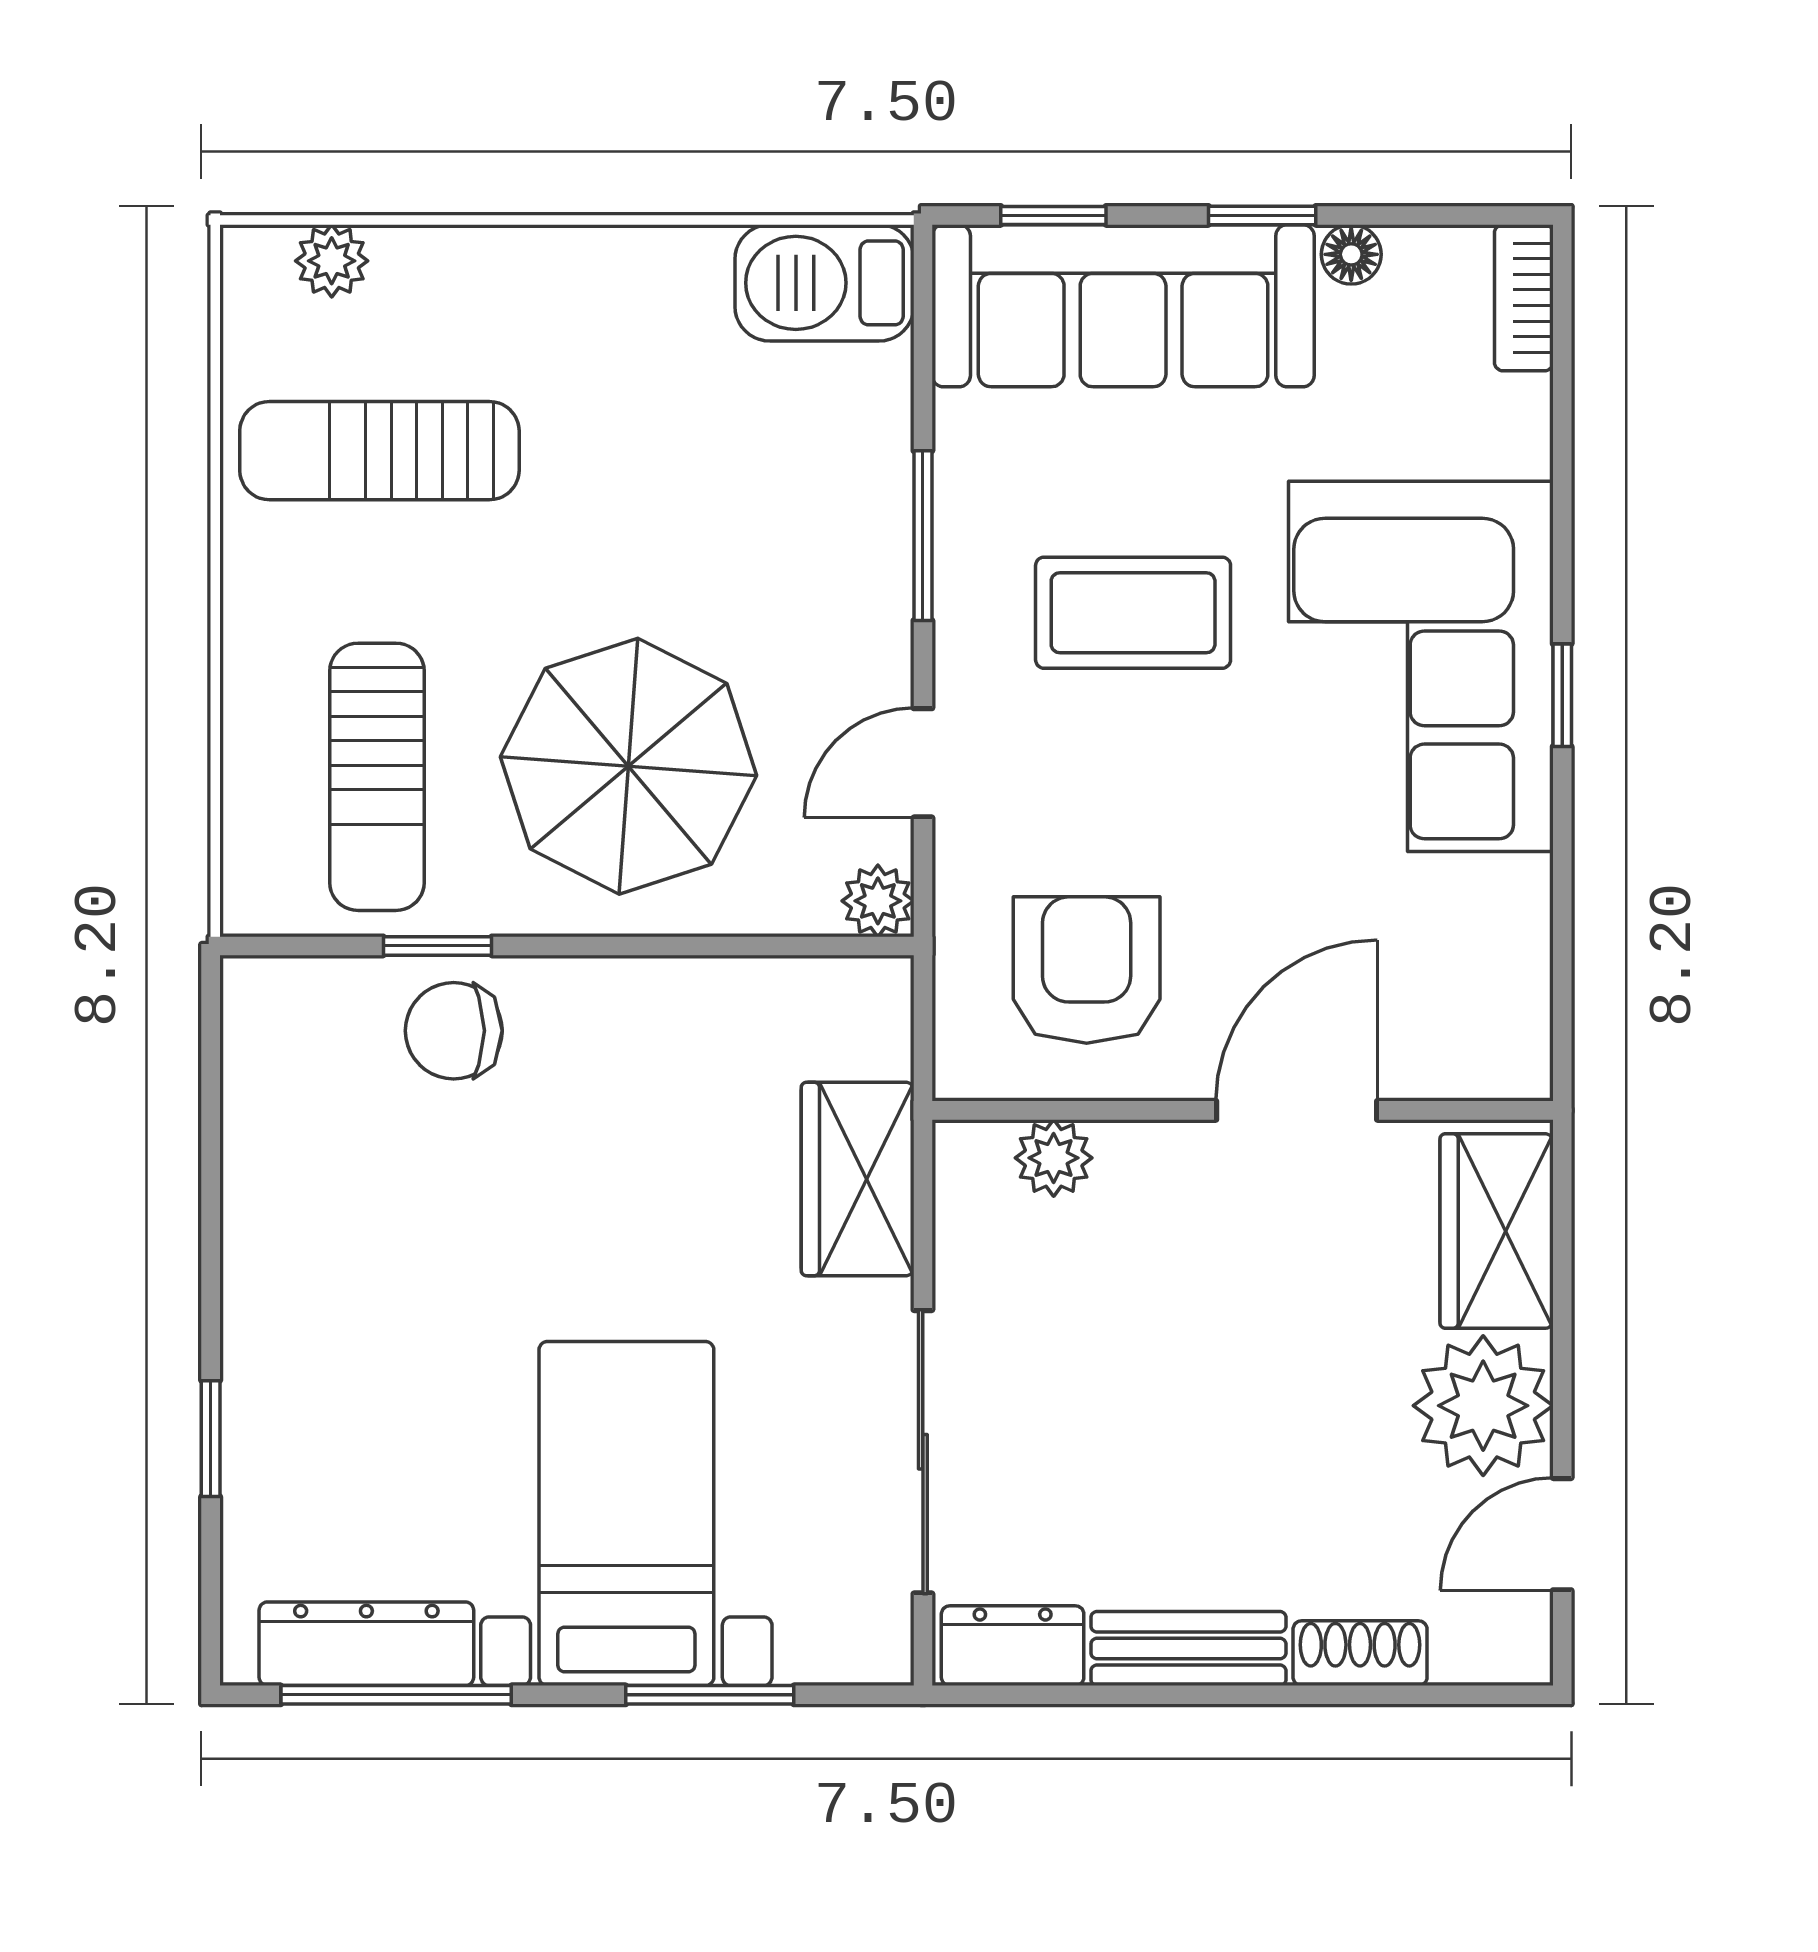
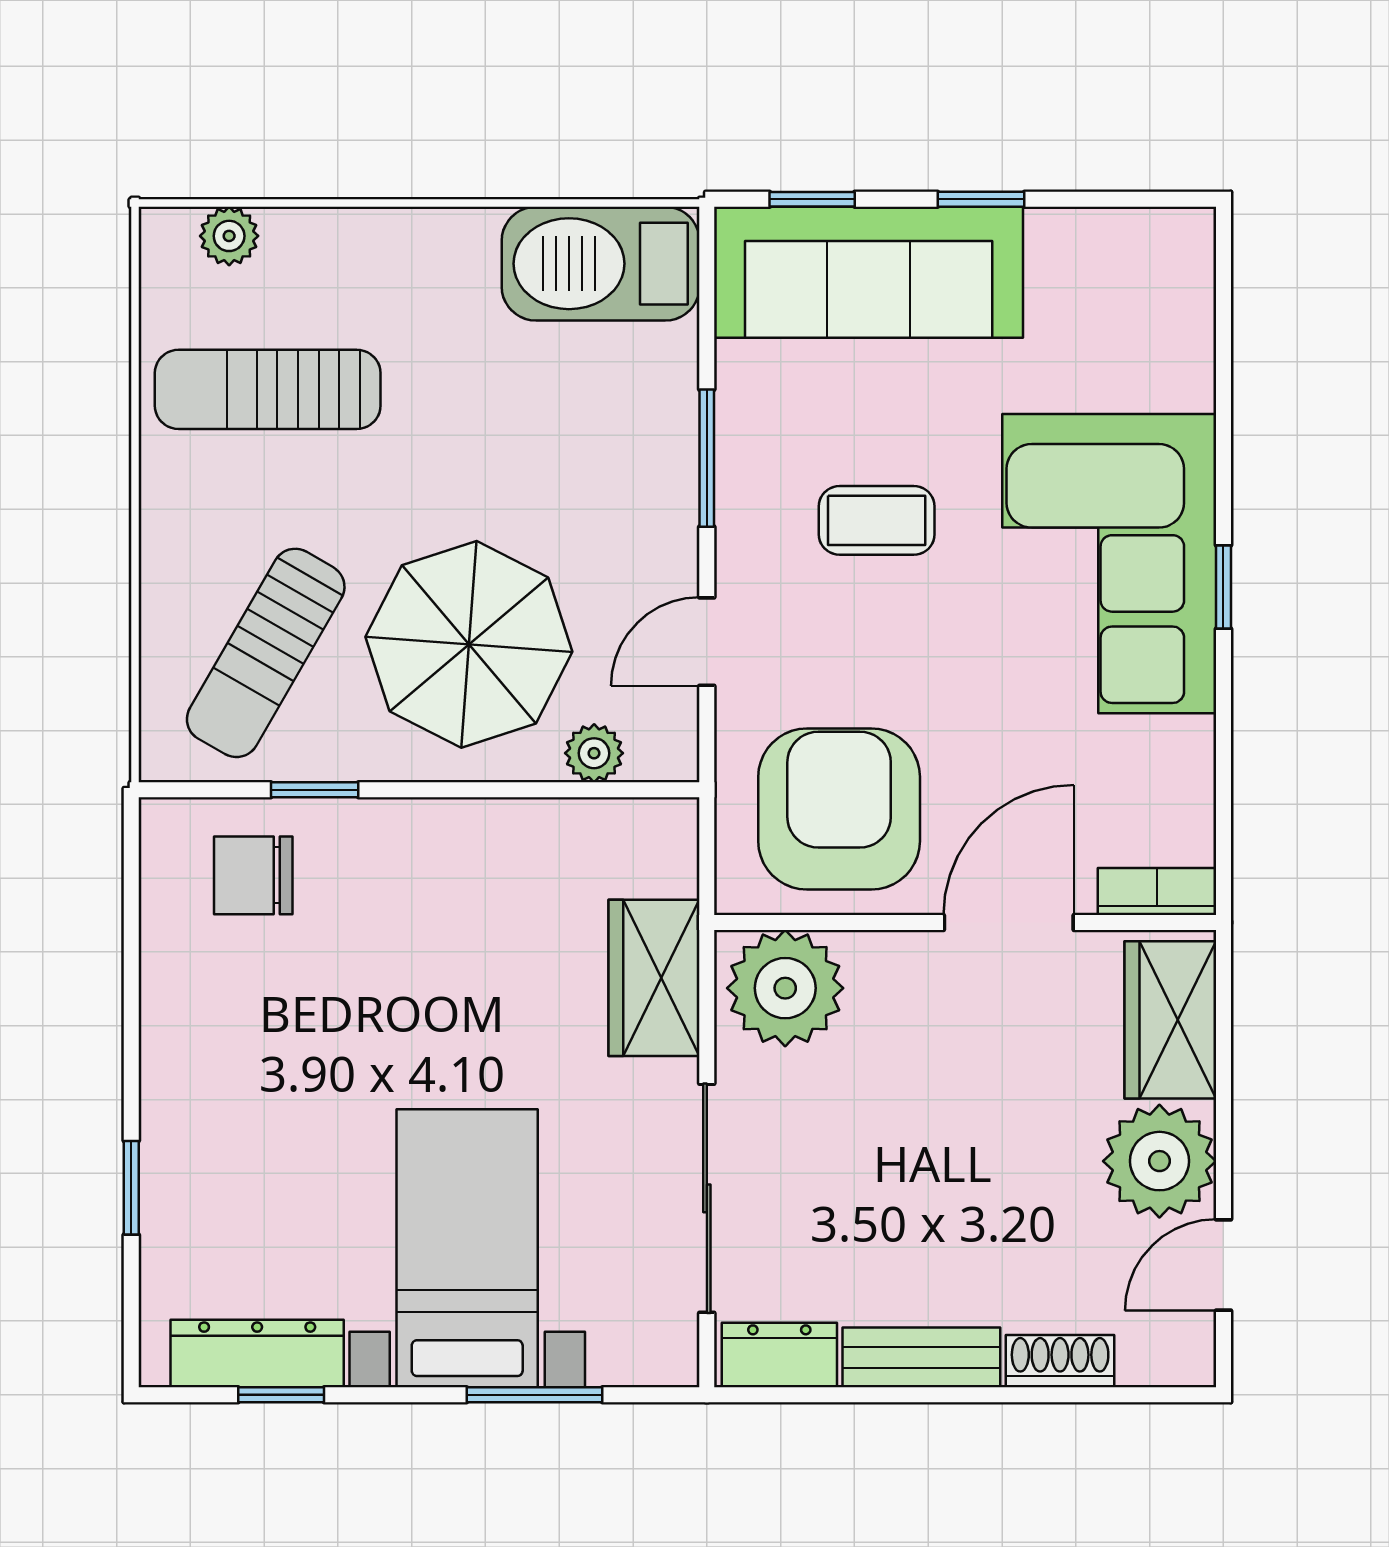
floor lamp: (1351, 254) -> (1053, 231), removed
barbecue: (824, 283) -> (601, 264), width x1.37, depth x1.21
bookcase: (1524, 298) -> (1157, 891), moved, turned 90
coffee table: (1133, 613) -> (877, 520), width x0.73, depth x0.77
sun lounger: (377, 777) -> (266, 653), turned 30
plant: (878, 901) -> (594, 753), moved
armchair: (1087, 970) -> (839, 809), width x1.36, depth x1.36
chair: (454, 1031) -> (253, 875), moved
plant: (1054, 1158) -> (785, 988), width x1.87, depth x1.87
window: (396, 1695) -> (281, 1395), width x0.46

